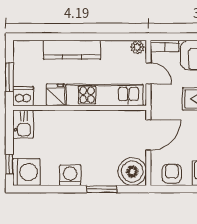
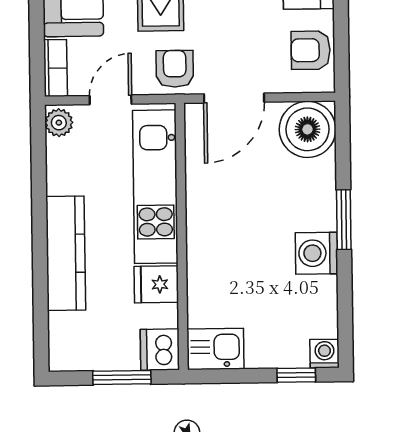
armchair: (163, 106) -> (175, 69), added
door: (148, 135) -> (234, 98), swing flipped
washing machine: (26, 172) -> (325, 354), width x0.53, depth x0.53
window: (102, 189) -> (344, 220), moved

